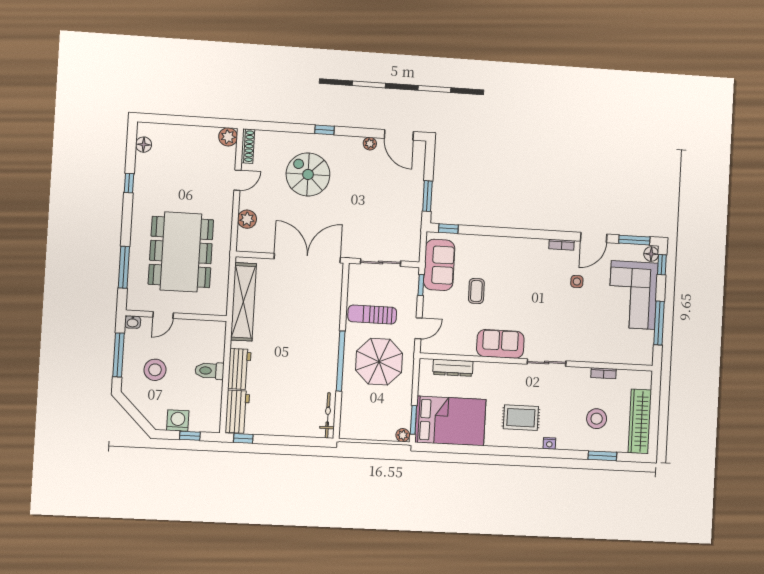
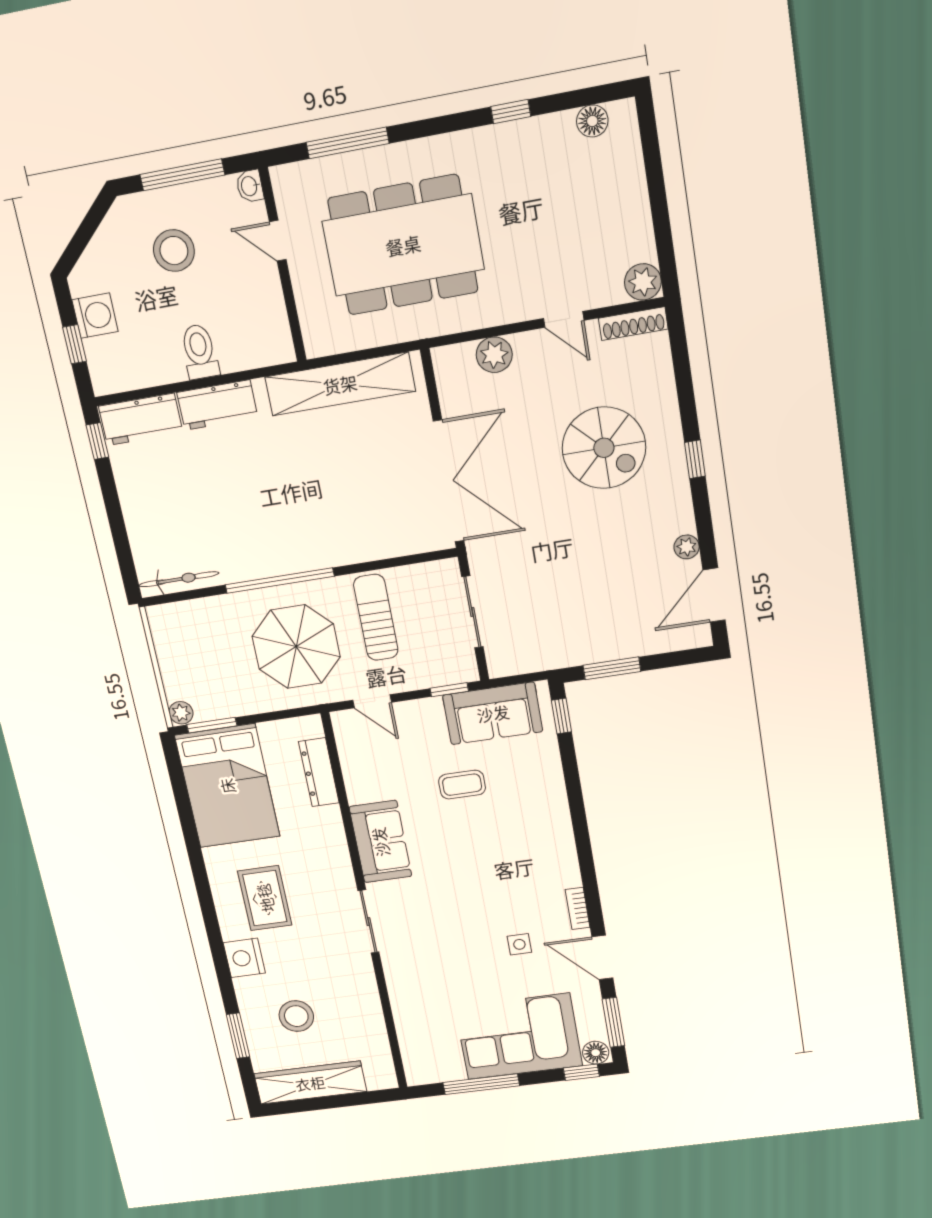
spiral stairs: (308, 174) -> (604, 448), turned 90
bookcase: (604, 373) -> (375, 1014), removed
nightstand: (549, 443) -> (244, 958), width x1.89, depth x1.79

